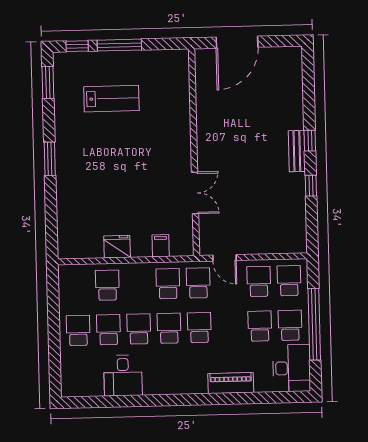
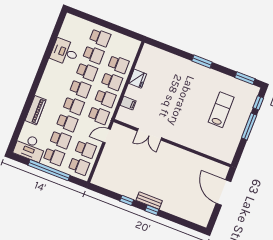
lab bench: (111, 99) -> (221, 110), turned 180
school desk: (138, 284) -> (112, 81), added
school desk: (230, 327) -> (67, 123), added

